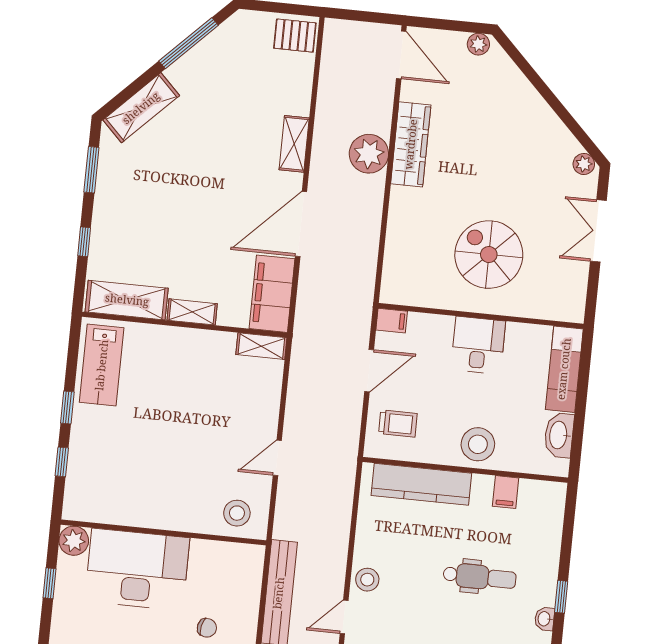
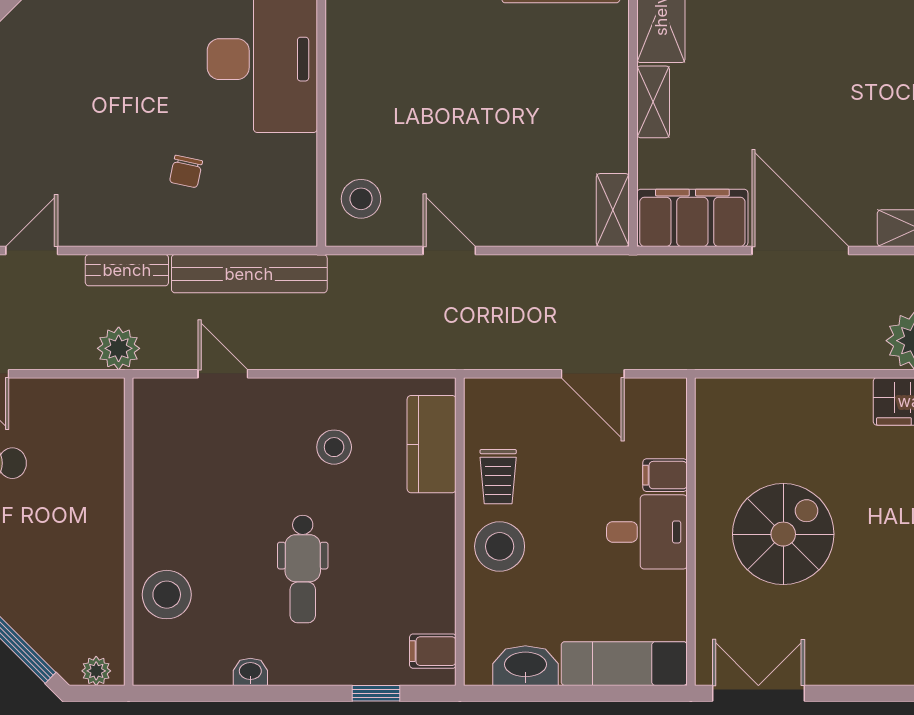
double door: (598, 231) -> (758, 693), moved
filing cabinet: (392, 321) -> (665, 475), moved, turned 90
trolley: (398, 424) -> (498, 477), moved
kitchen counter: (421, 484) -> (432, 444), width x0.67
filing cabinet: (506, 492) -> (433, 651), moved
stool: (367, 580) -> (334, 447), moved
window: (561, 597) -> (376, 693), moved

